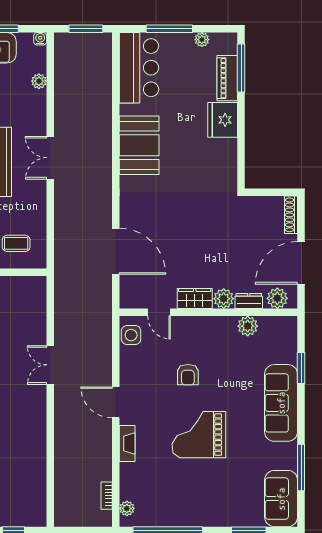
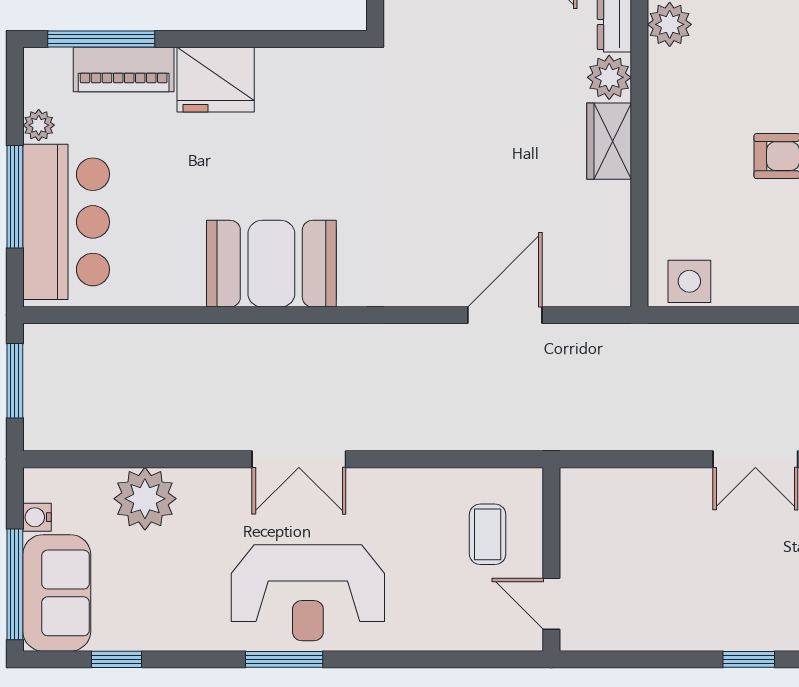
water cooler: (40, 39) -> (37, 517), moved
bar counter: (139, 68) -> (66, 222), moved, turned 90
plant: (39, 81) -> (145, 499), width x1.88, depth x1.88
door: (116, 251) -> (505, 315), width x0.73
door: (159, 312) -> (639, 220), removed

